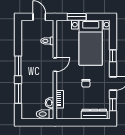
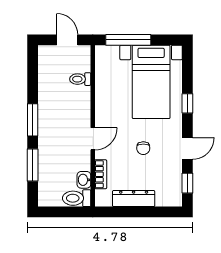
window: (77, 17) -> (128, 40), width x1.44
door: (55, 65) -> (93, 139), moved
dresser: (94, 114) -> (134, 199), moved

